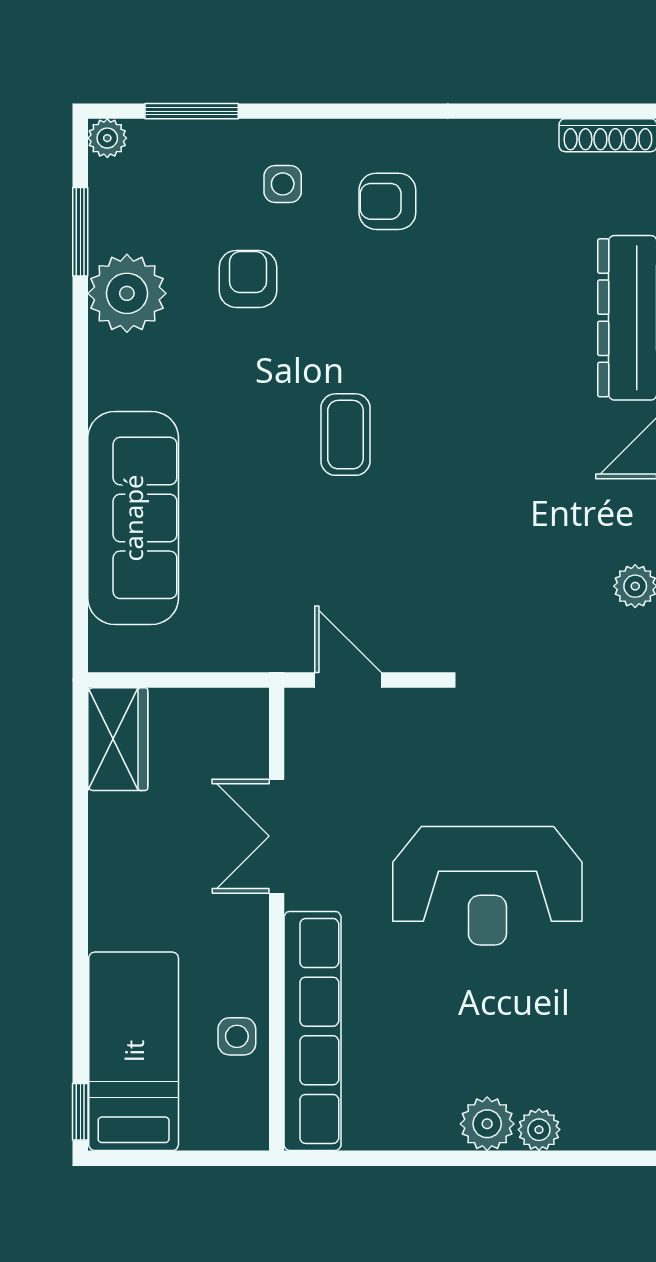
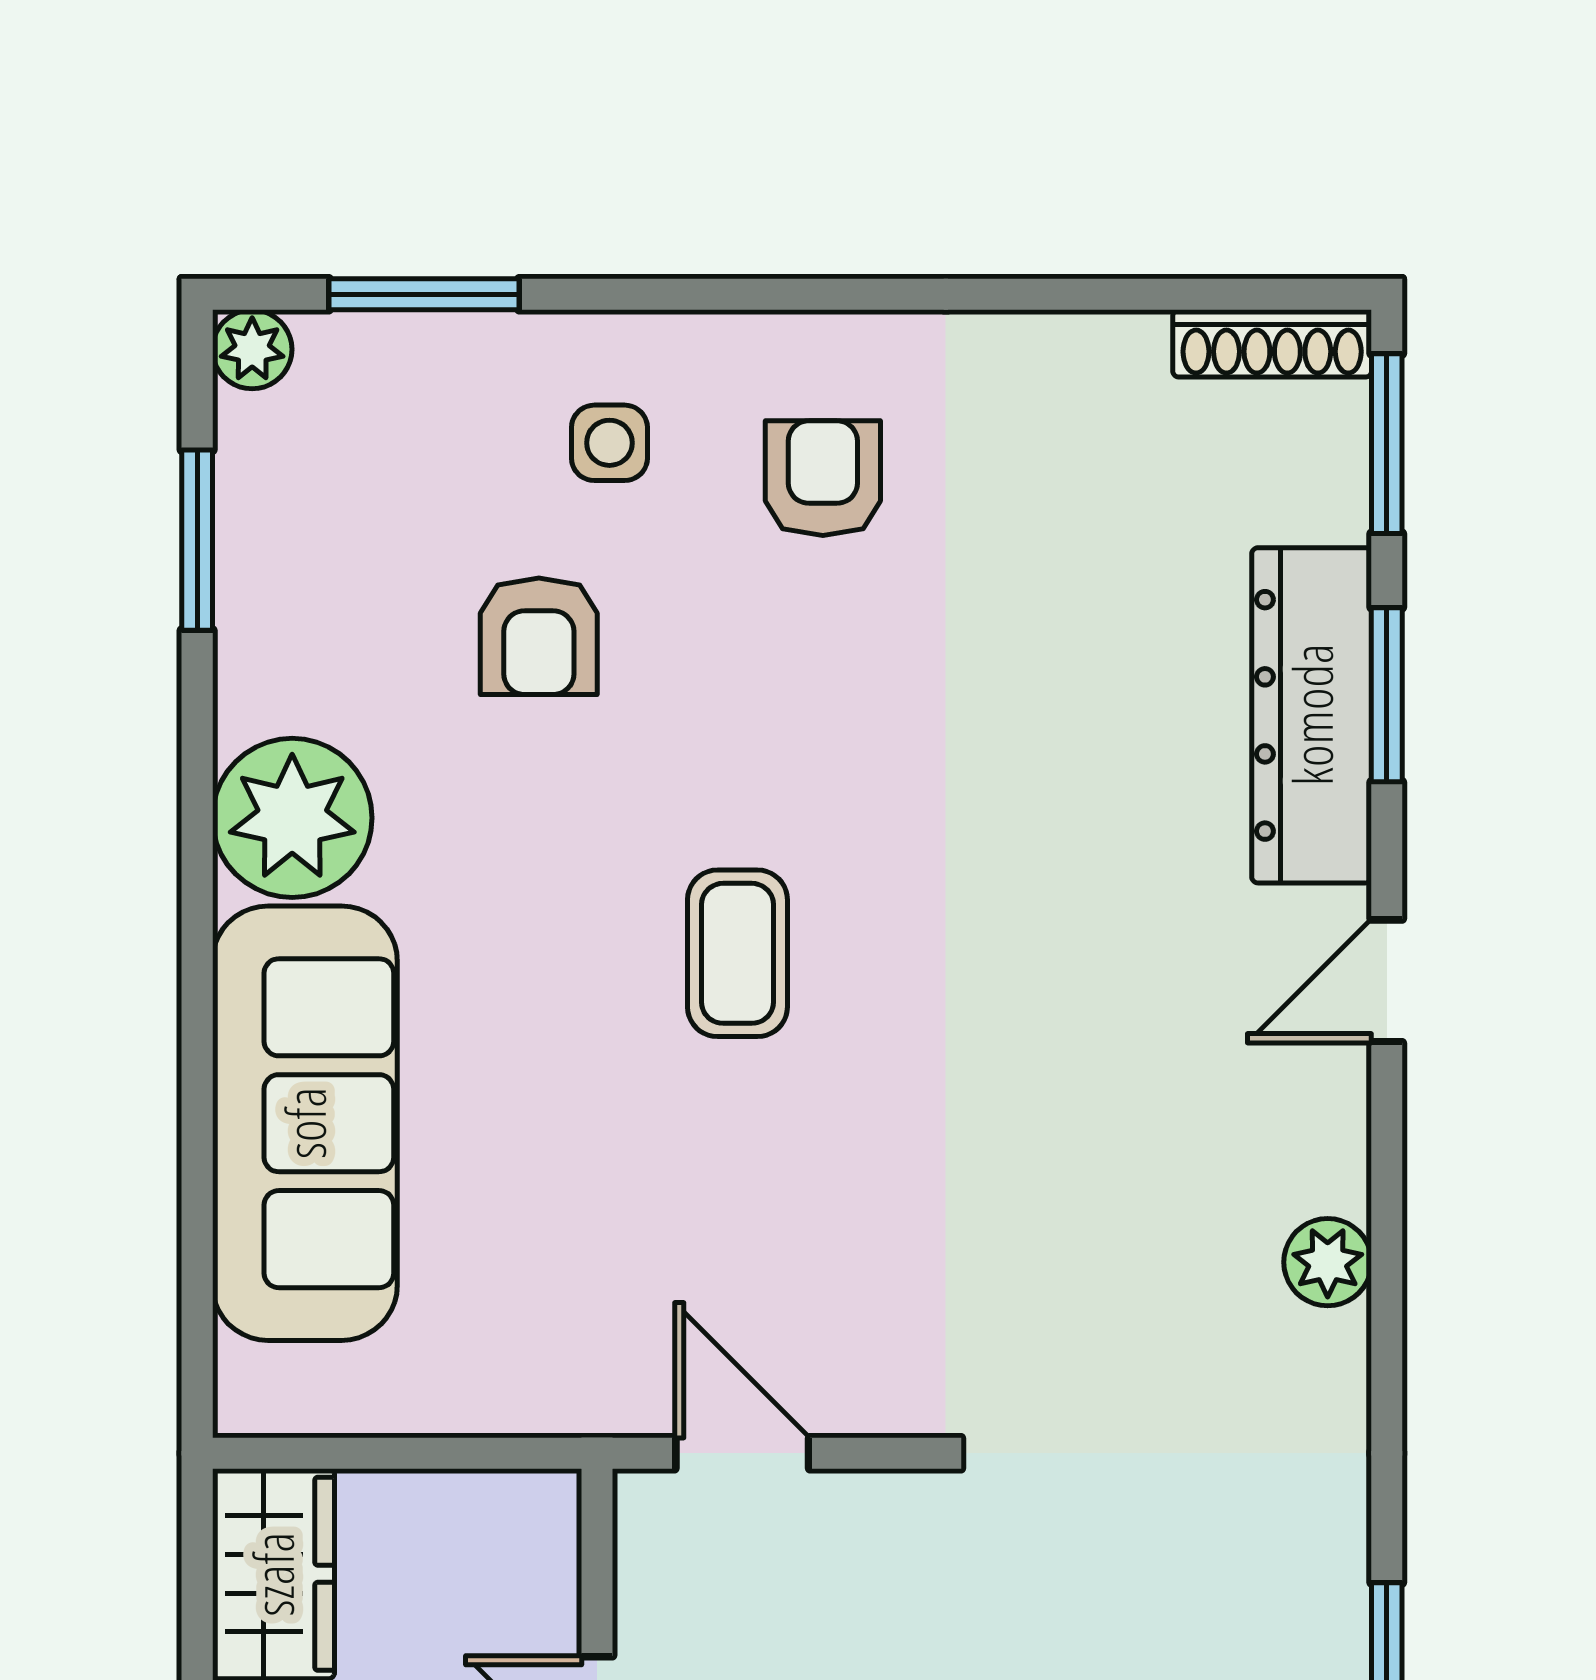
armchair: (387, 201) -> (823, 478), turned 90
armchair: (248, 279) -> (539, 636), turned 180
plant: (127, 293) -> (292, 818), moved

